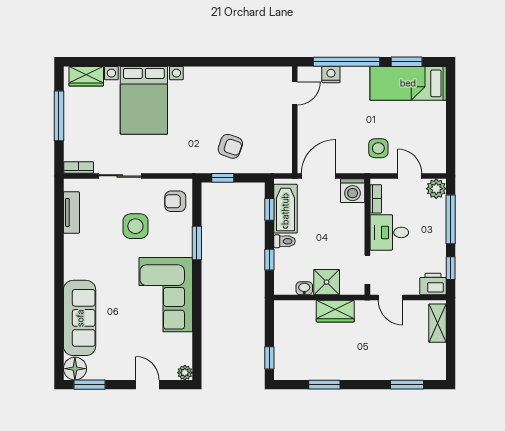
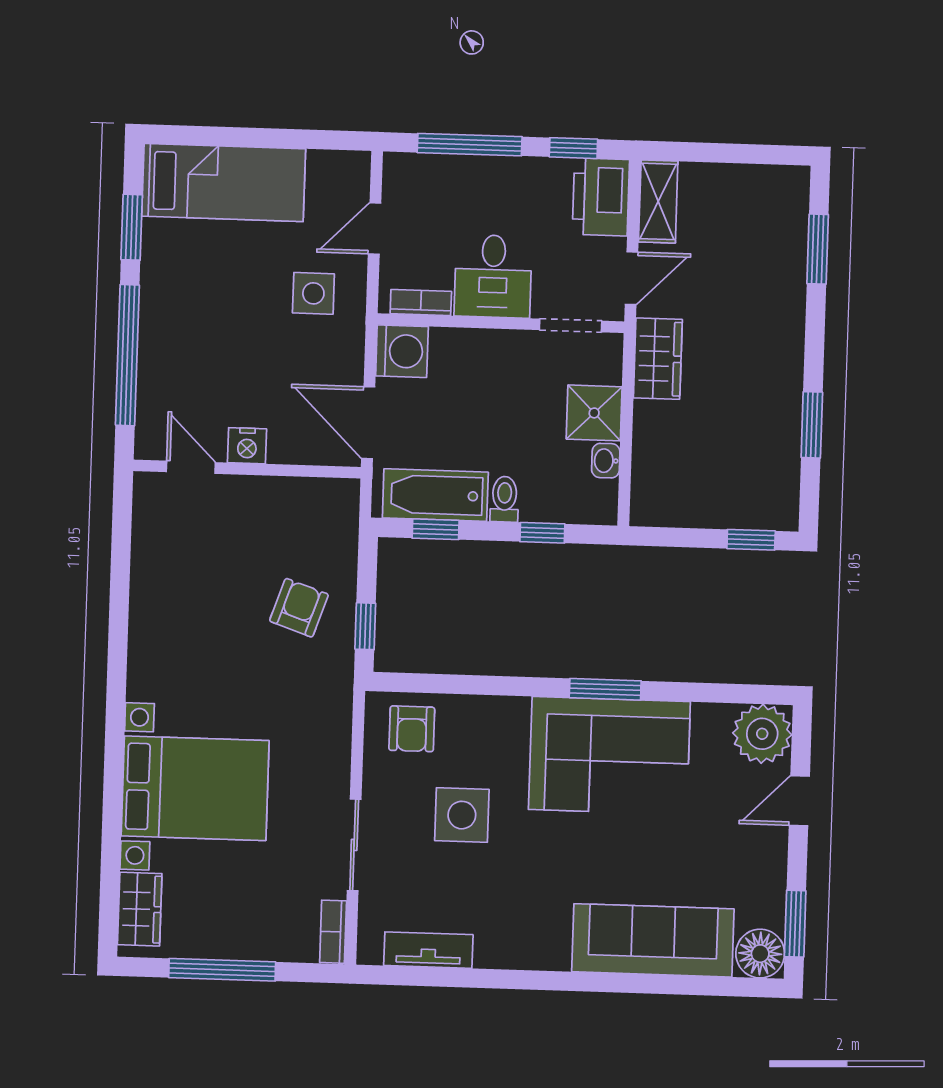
nightstand: (331, 75) -> (247, 446), moved, turned -90
bed: (408, 83) -> (224, 183), moved, turned -90
plant: (436, 189) -> (403, 173), removed
window: (197, 243) -> (605, 689), moved
printer: (433, 284) -> (601, 197), width x1.37, depth x1.19
wardrobe: (335, 311) -> (658, 359), moved
shelving: (438, 323) -> (658, 201), moved, turned 90
plant: (185, 373) -> (762, 734), width x1.88, depth x1.88

